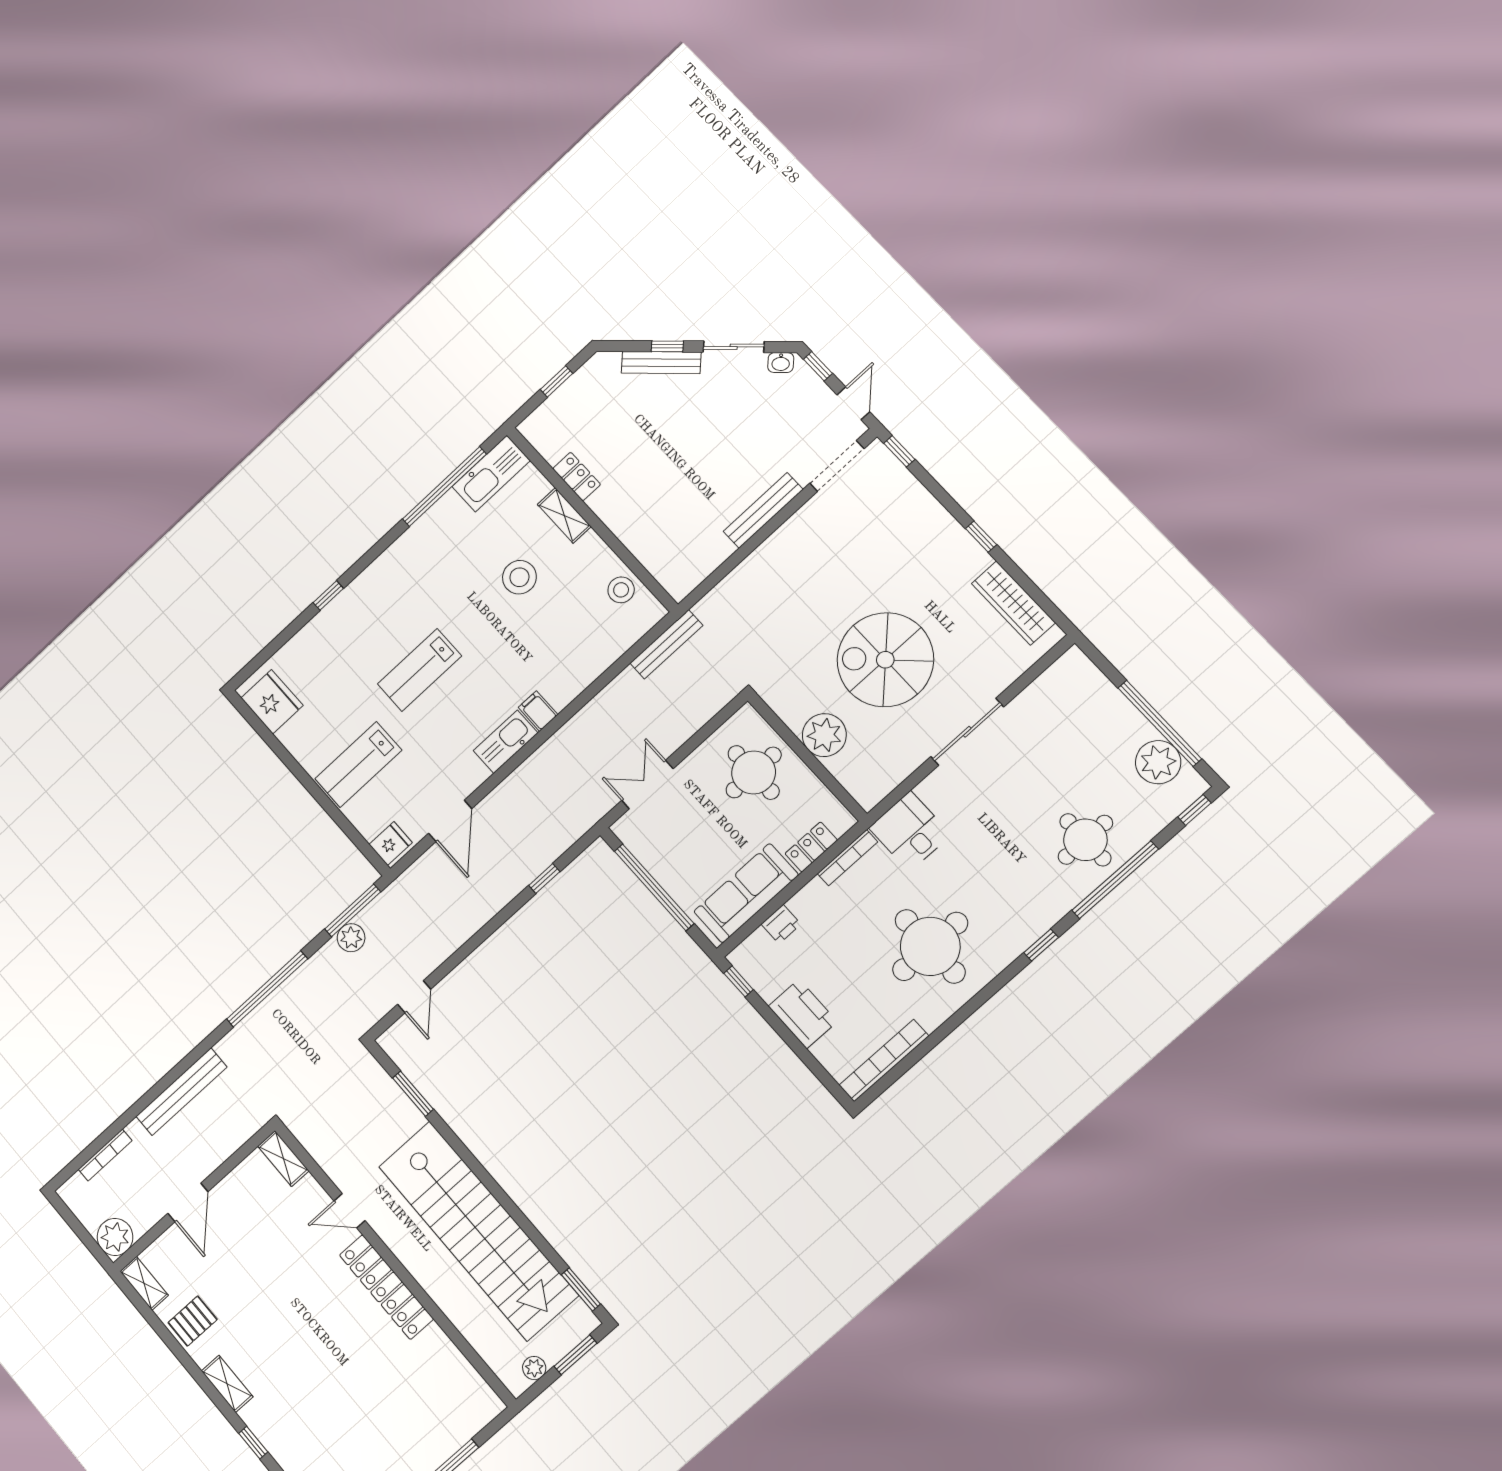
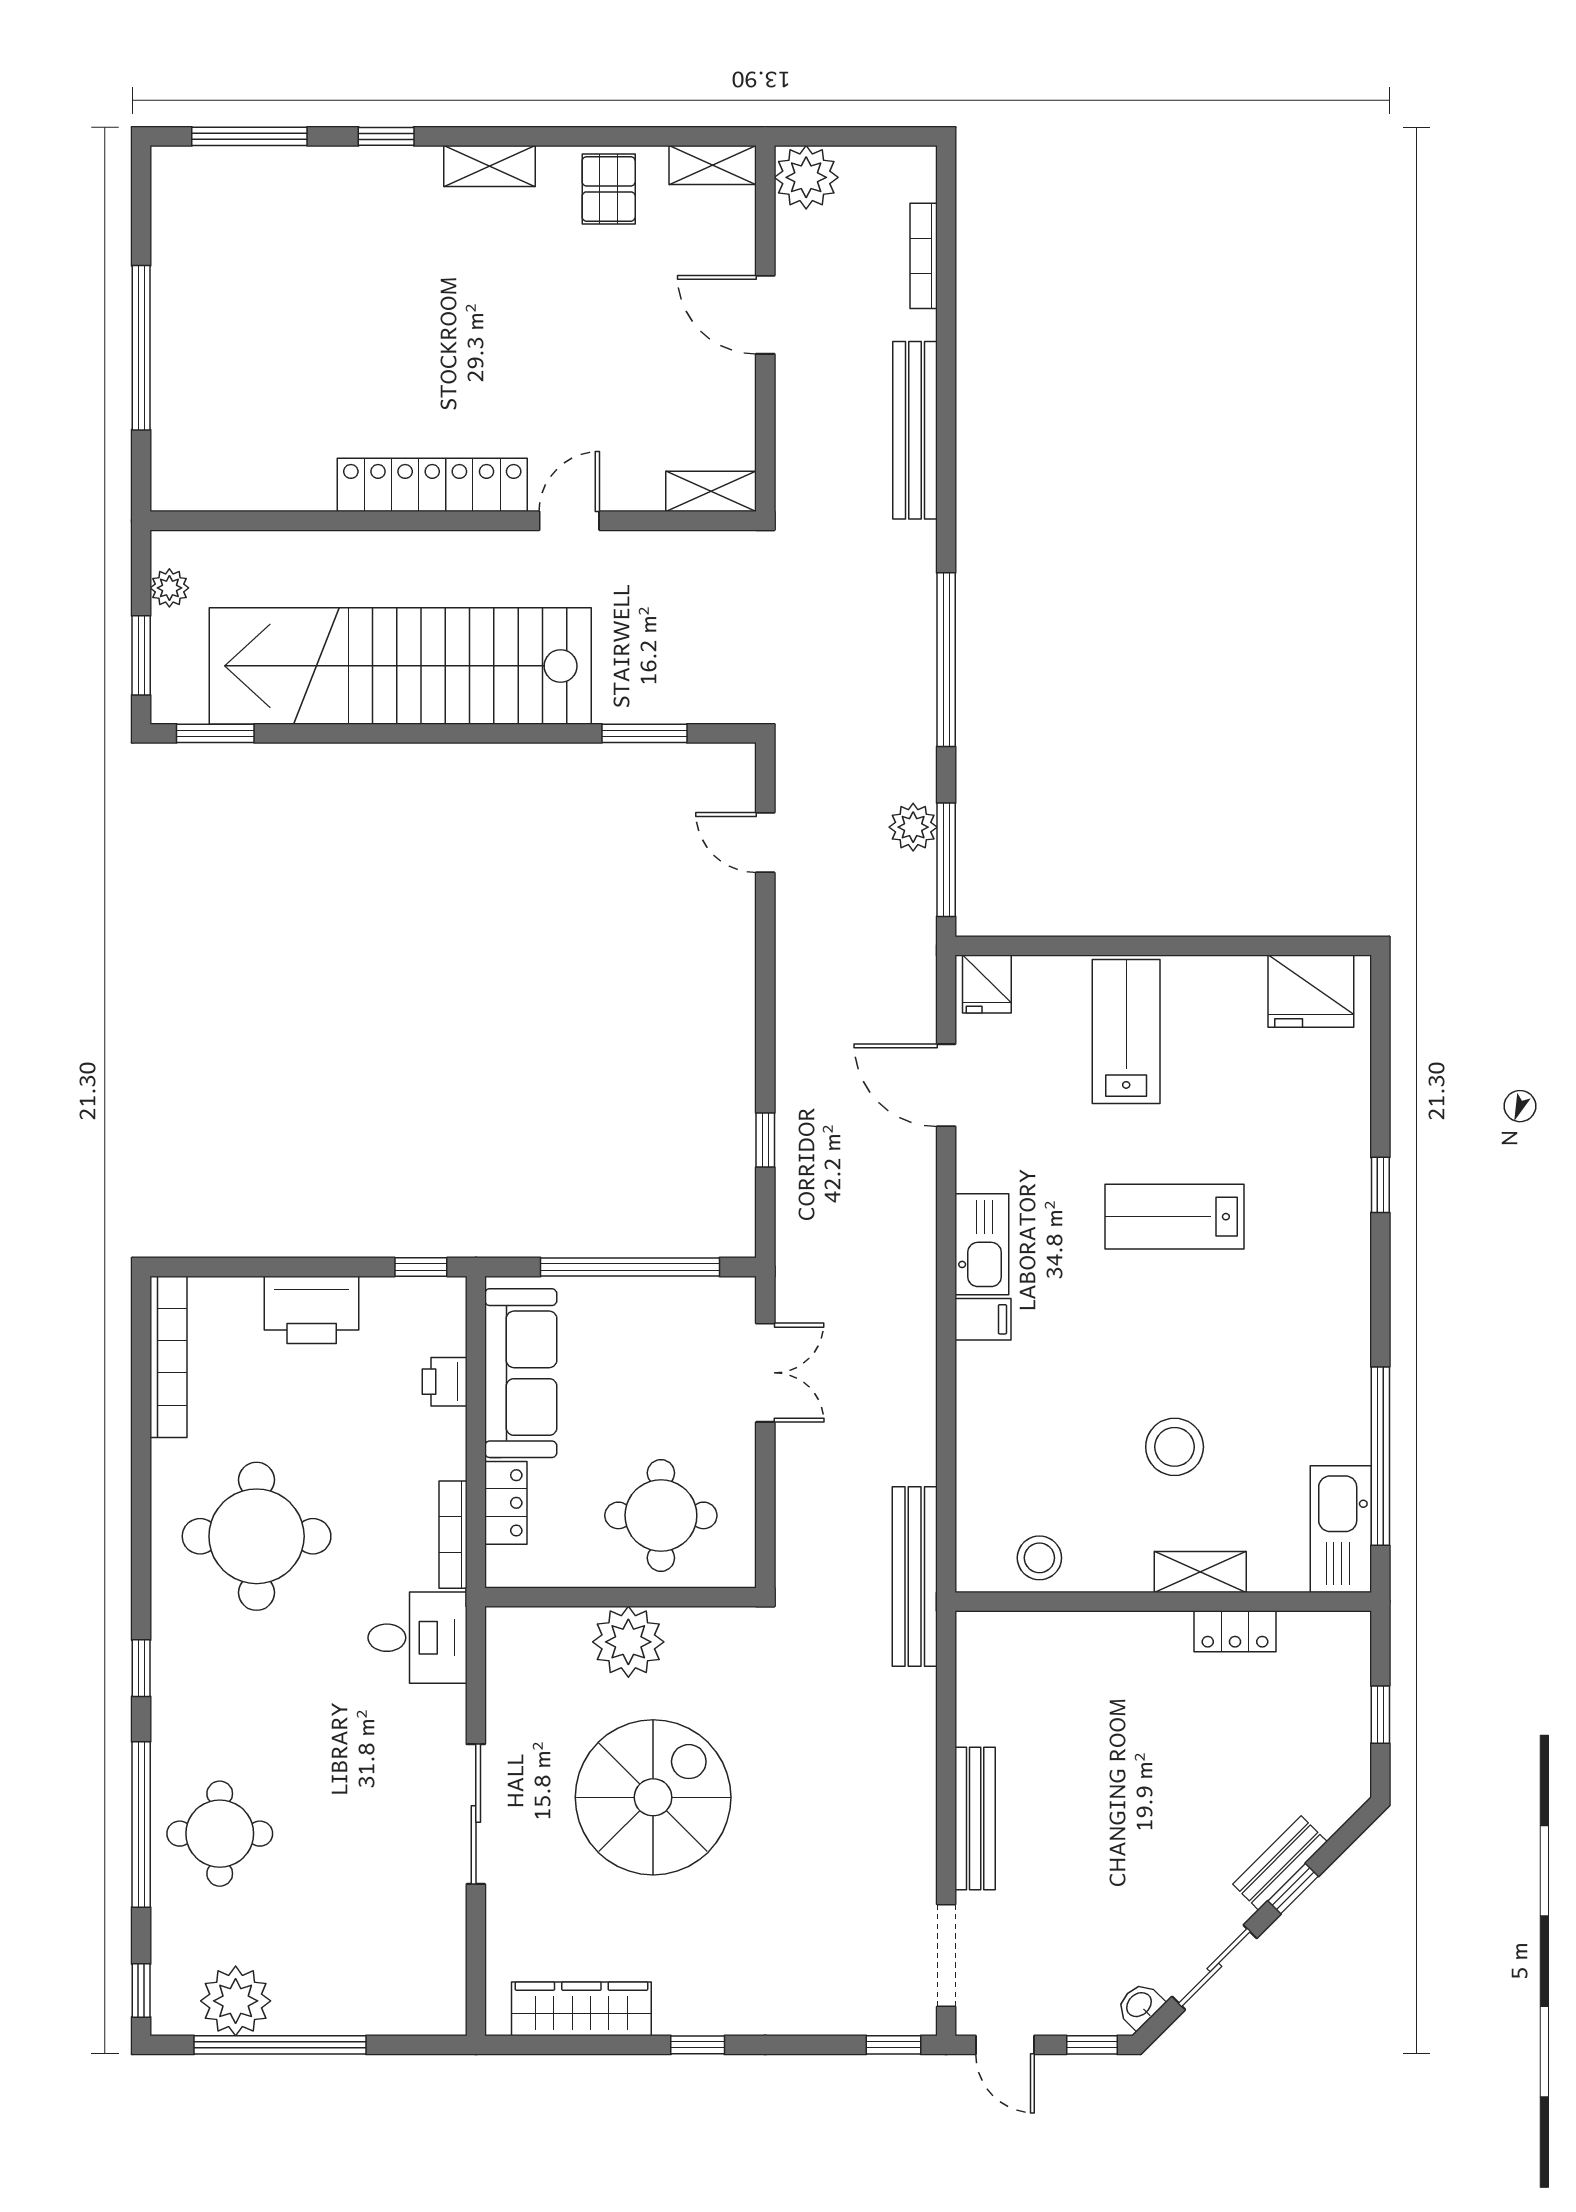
bench: (661, 363) -> (1280, 1863), width x0.73
bench: (666, 644) -> (915, 1576), width x1.37, depth x1.21
lab bench: (420, 670) -> (1175, 1217), turned -90

